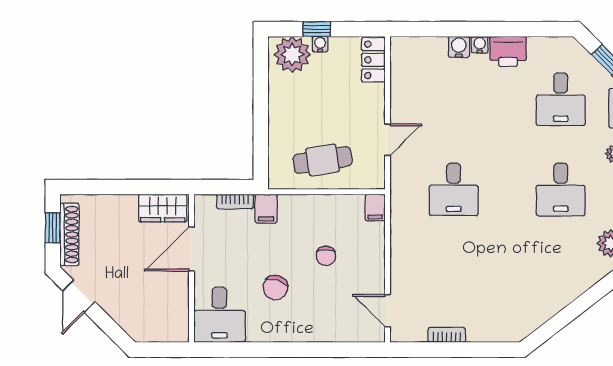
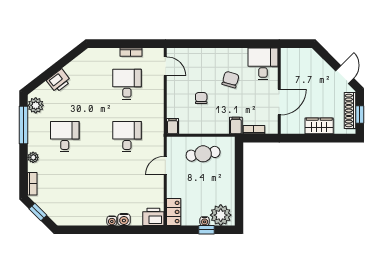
printer: (508, 51) -> (153, 217), moved
desk: (561, 99) -> (127, 84), moved
wardrobe: (163, 208) -> (319, 126), moved
printer: (571, 286) -> (59, 81), added

